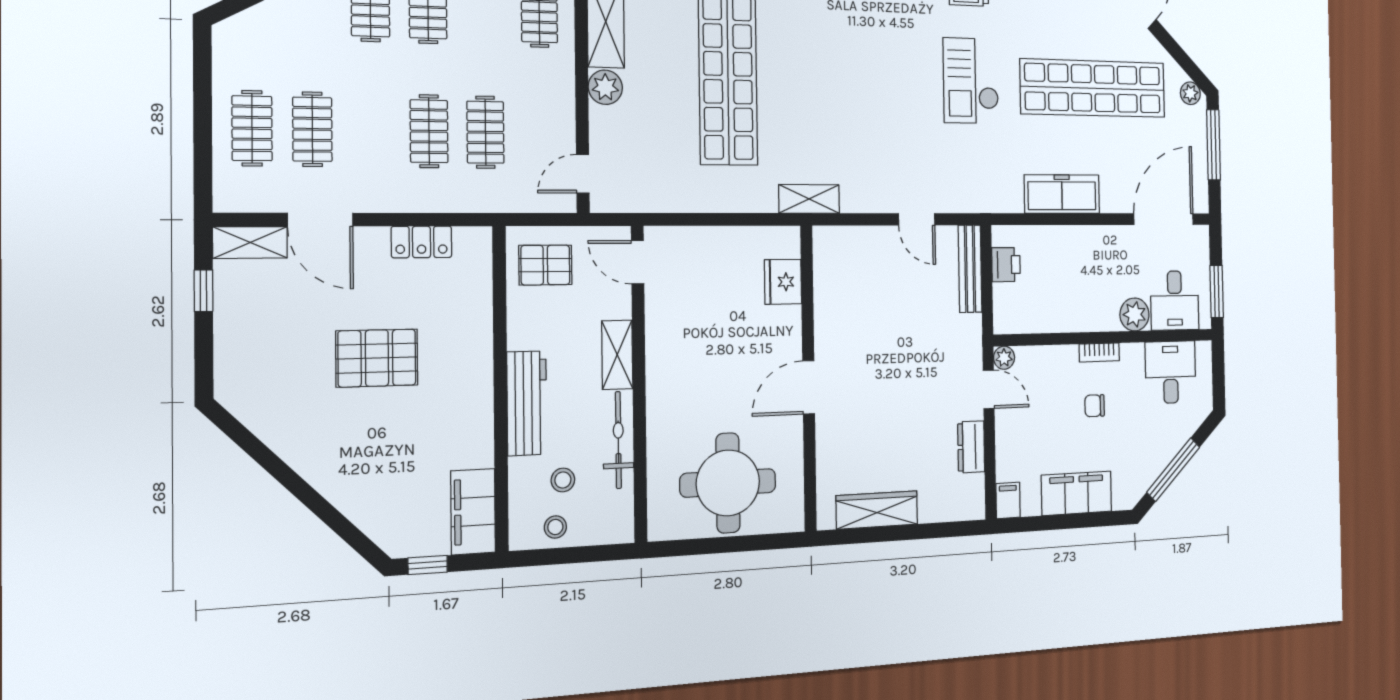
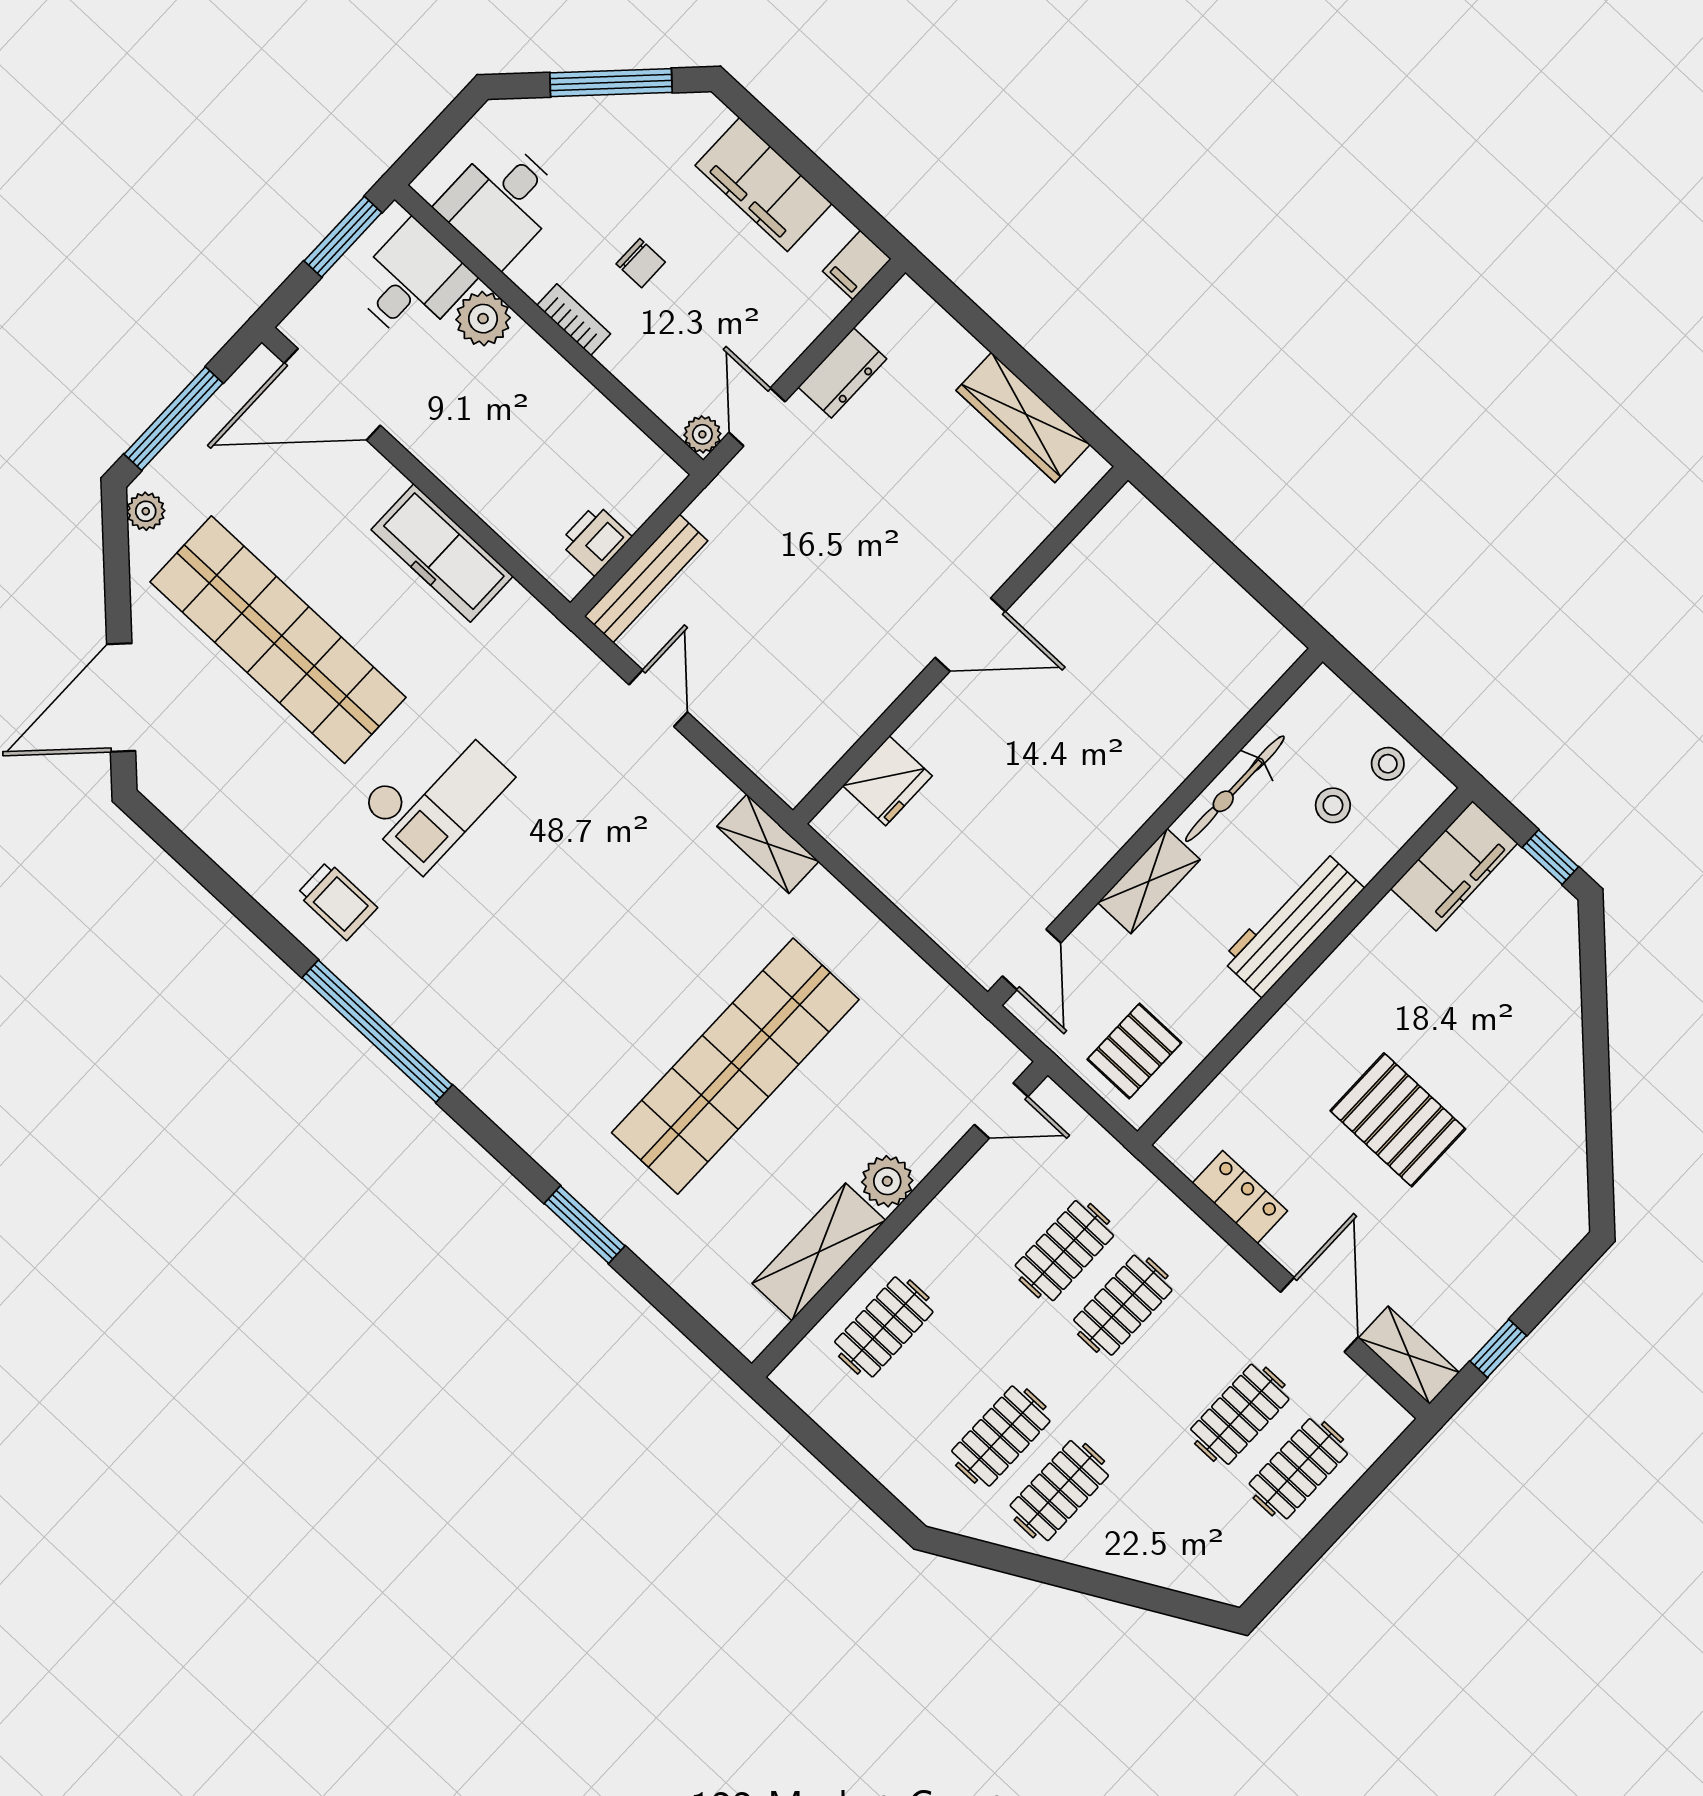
pallet: (545, 265) -> (1134, 1051), turned 90
round table: (728, 483) -> (1162, 622), removed

